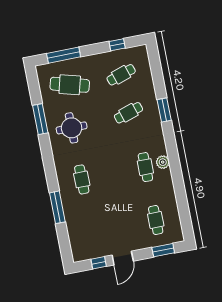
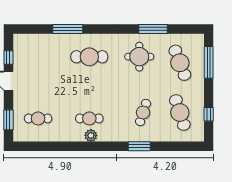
cafe table: (121, 75) -> (180, 112), width x1.37, depth x1.35
cafe table: (70, 85) -> (180, 63), turned -36
cafe table: (128, 113) -> (143, 112), turned 36
cafe table: (82, 179) -> (89, 57), width x1.37, depth x1.35

